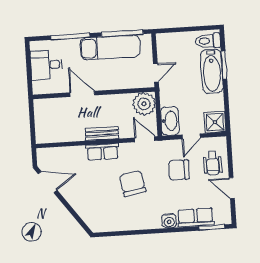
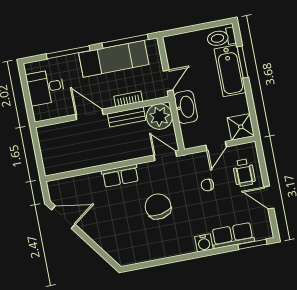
bookcase: (118, 85) -> (128, 99), added
washbasin: (170, 121) -> (186, 107), moved
bench: (102, 133) -> (126, 117), moved
chair: (179, 170) -> (207, 185), width x0.54, depth x0.54

